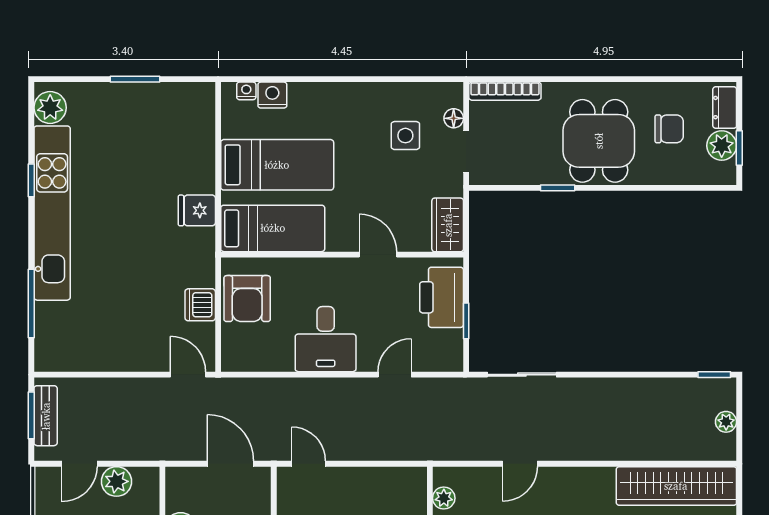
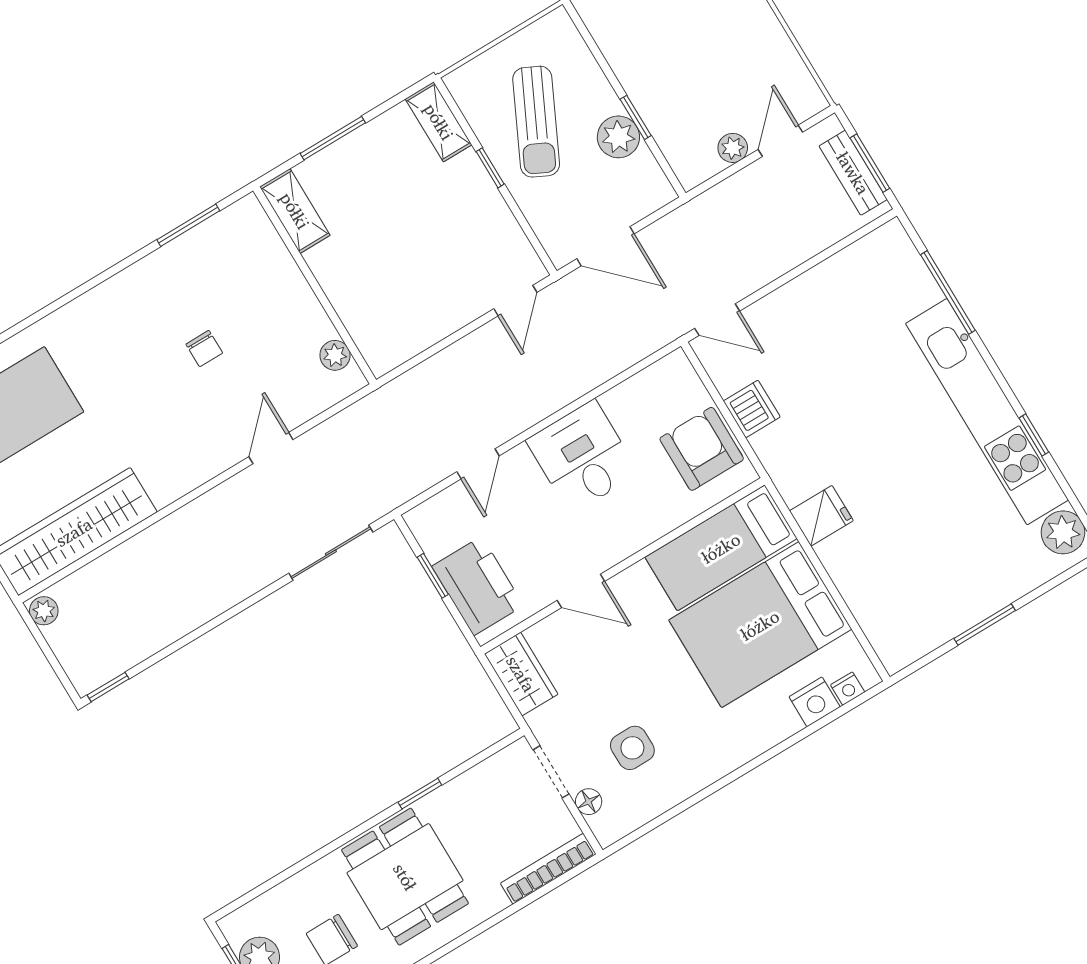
bed: (277, 165) -> (760, 625), width x1.50
plant: (726, 422) -> (44, 611), moved
door: (309, 464) -> (515, 301), hinge flipped
plant: (116, 481) -> (733, 148), width x0.73, depth x0.73

